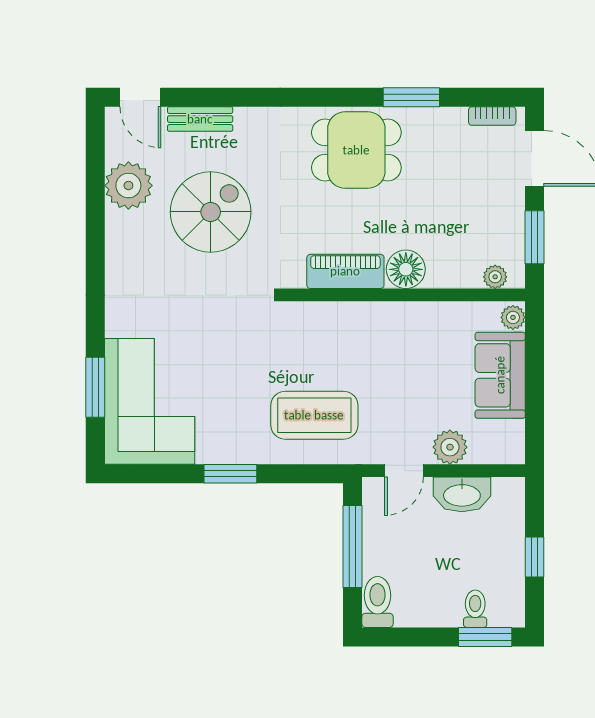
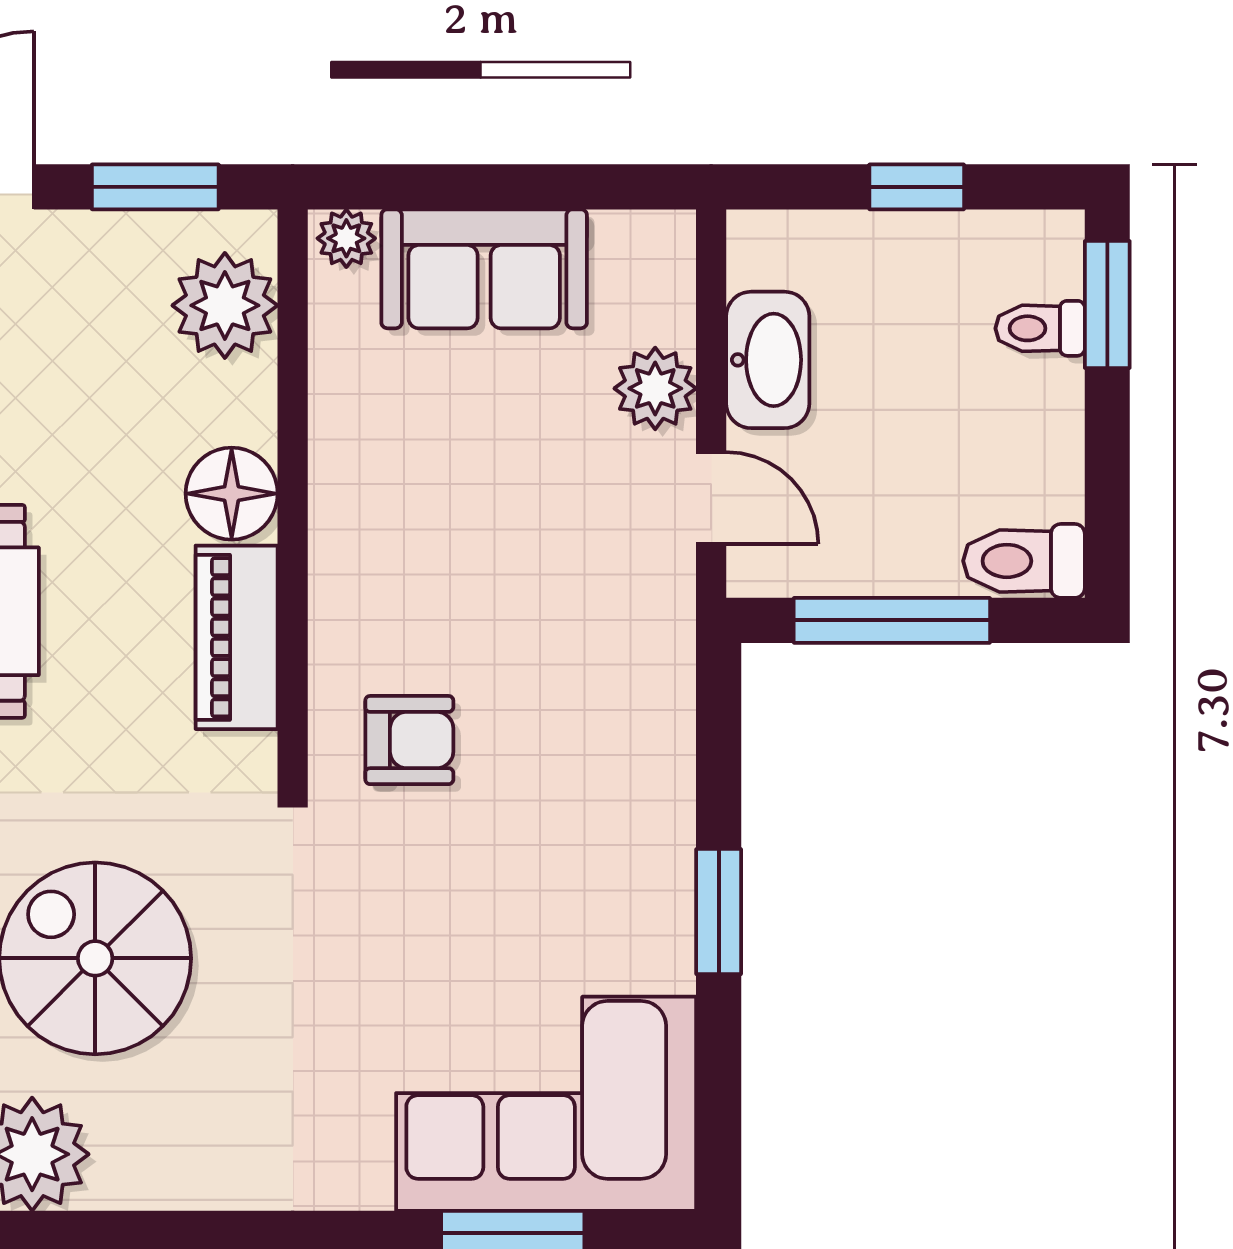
plant: (495, 277) -> (225, 305), width x1.88, depth x1.88
armchair: (302, 344) -> (409, 740), added
coffee table: (314, 415) -> (579, 711), removed

